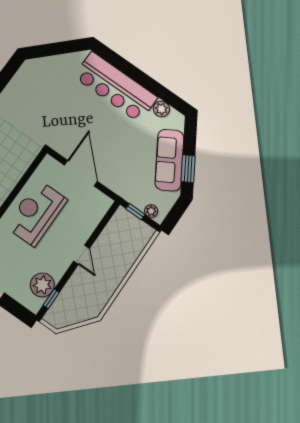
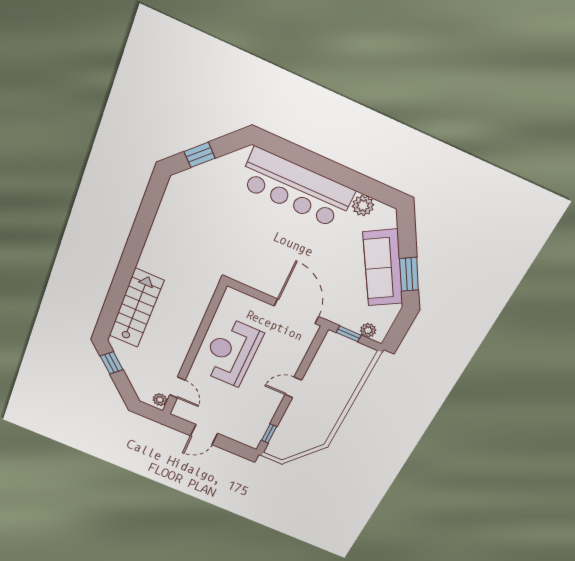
window: (51, 50) -> (200, 155), added
door: (81, 173) -> (296, 311), moved
door: (82, 255) -> (293, 387), swing flipped
plant: (42, 285) -> (256, 422), removed

